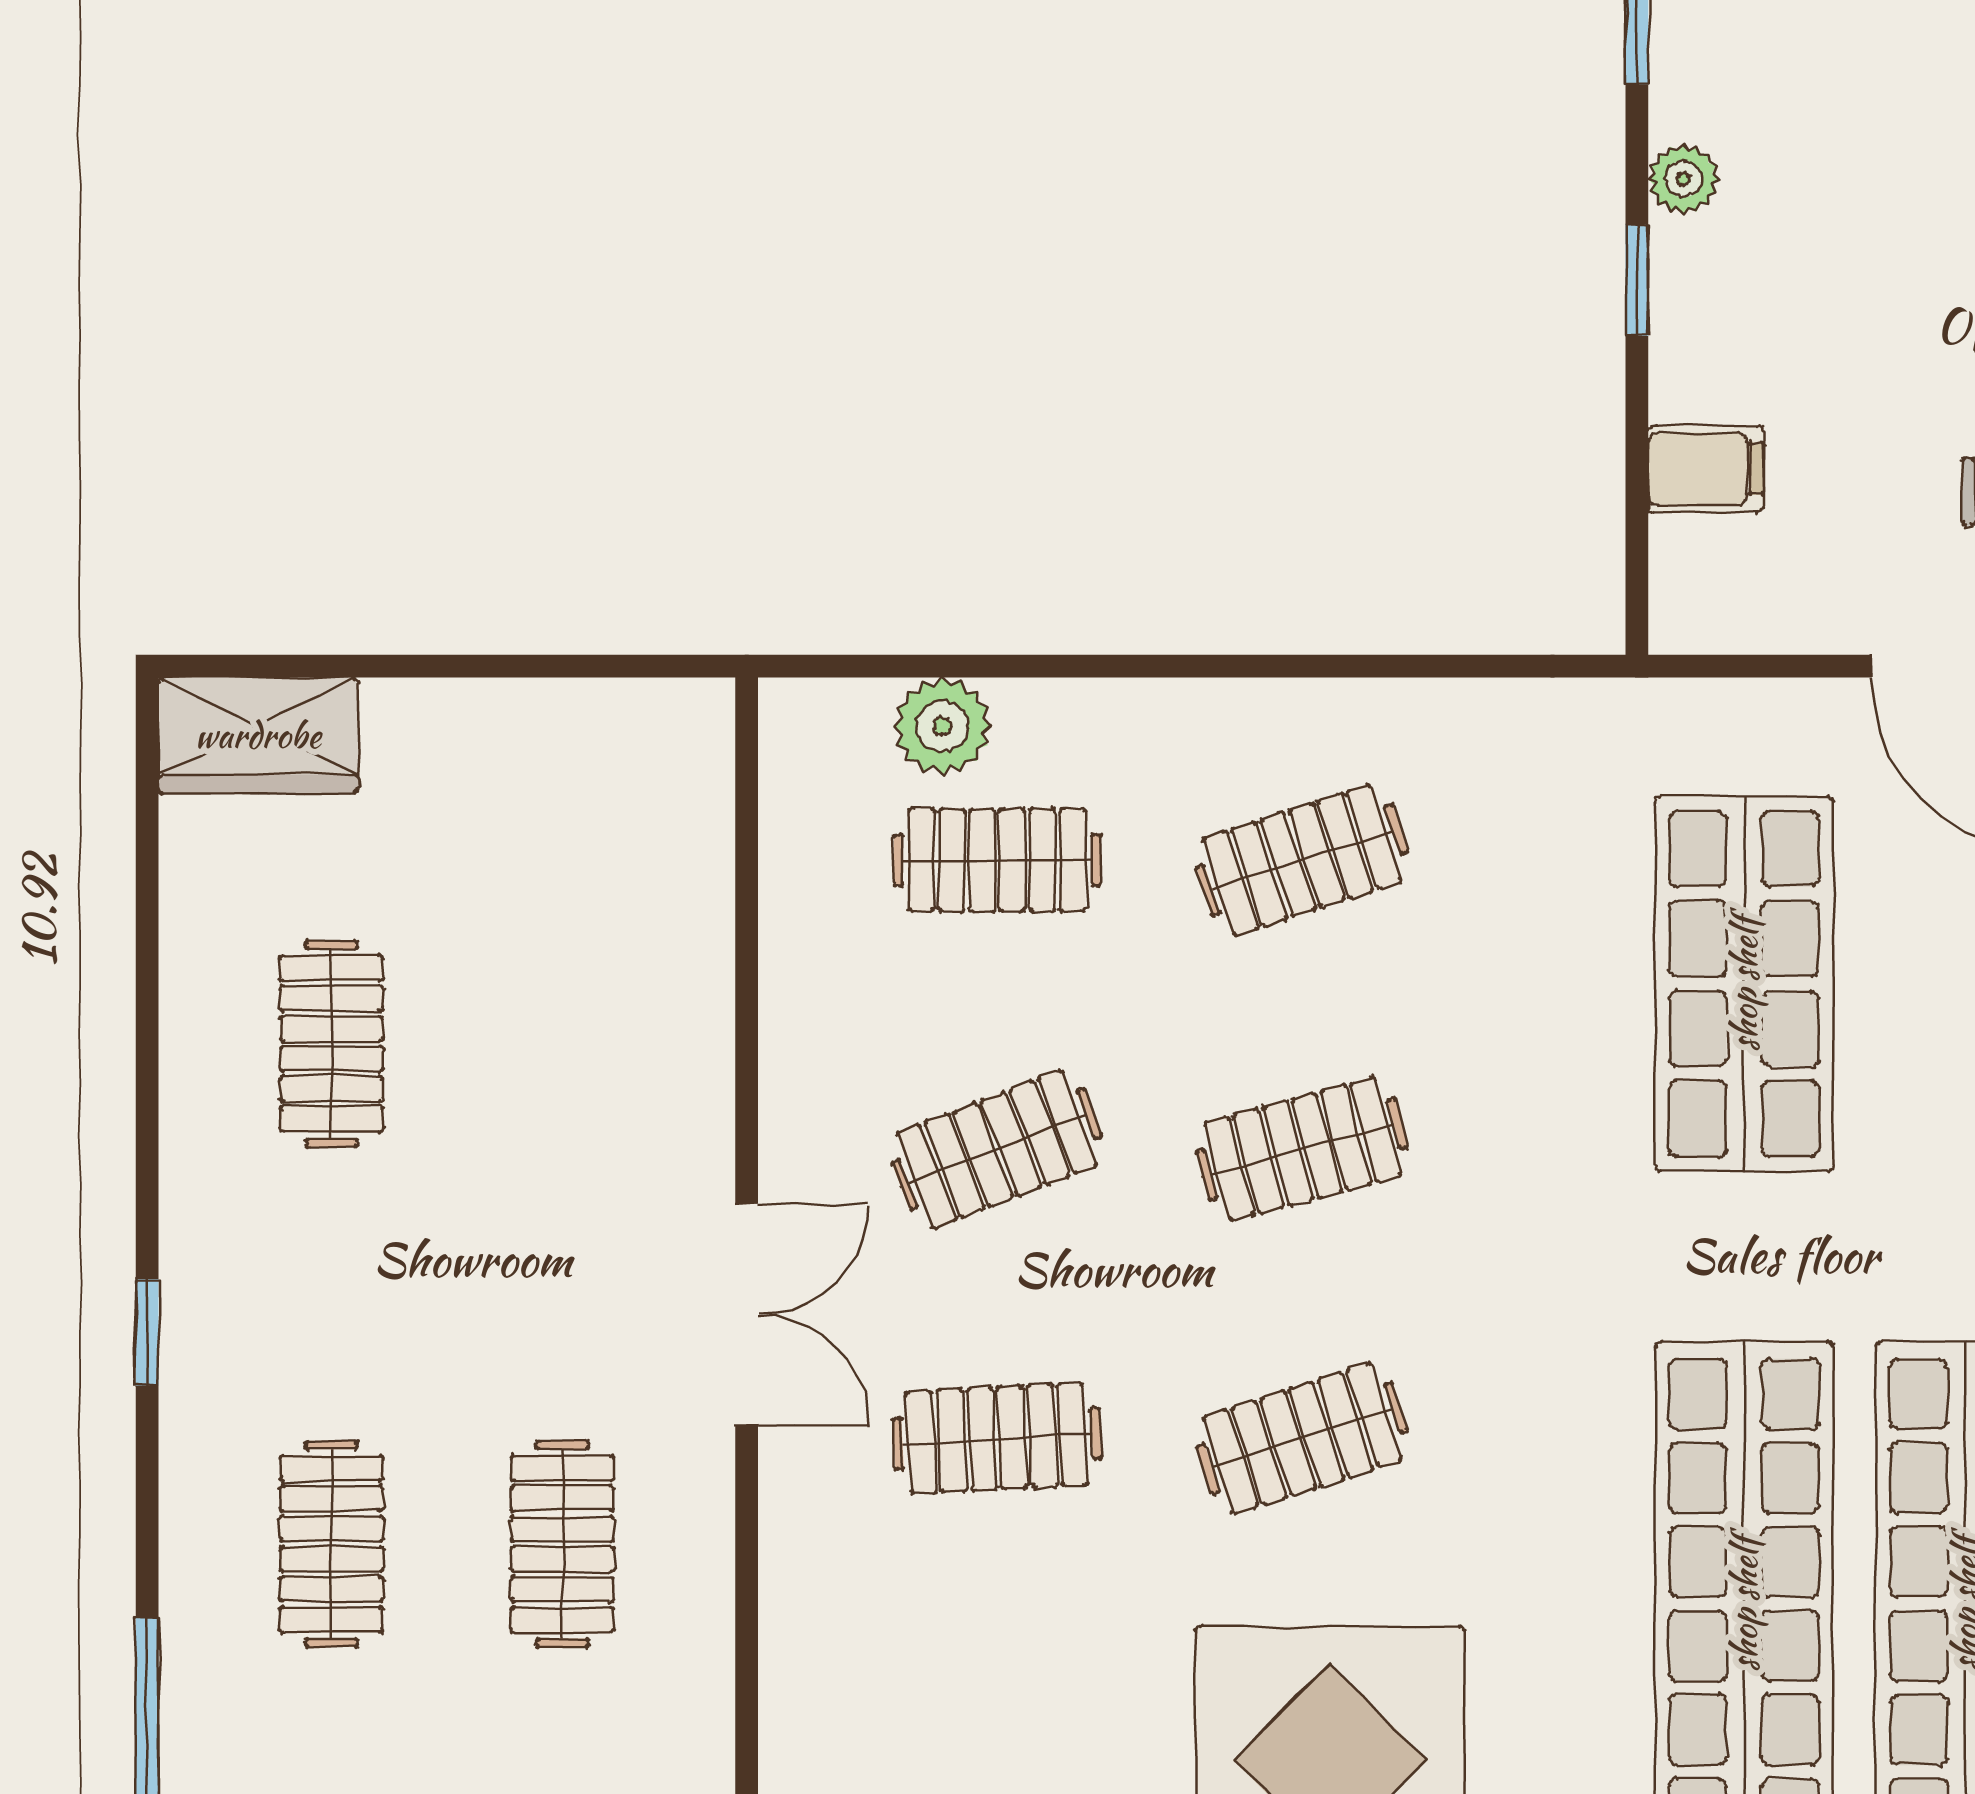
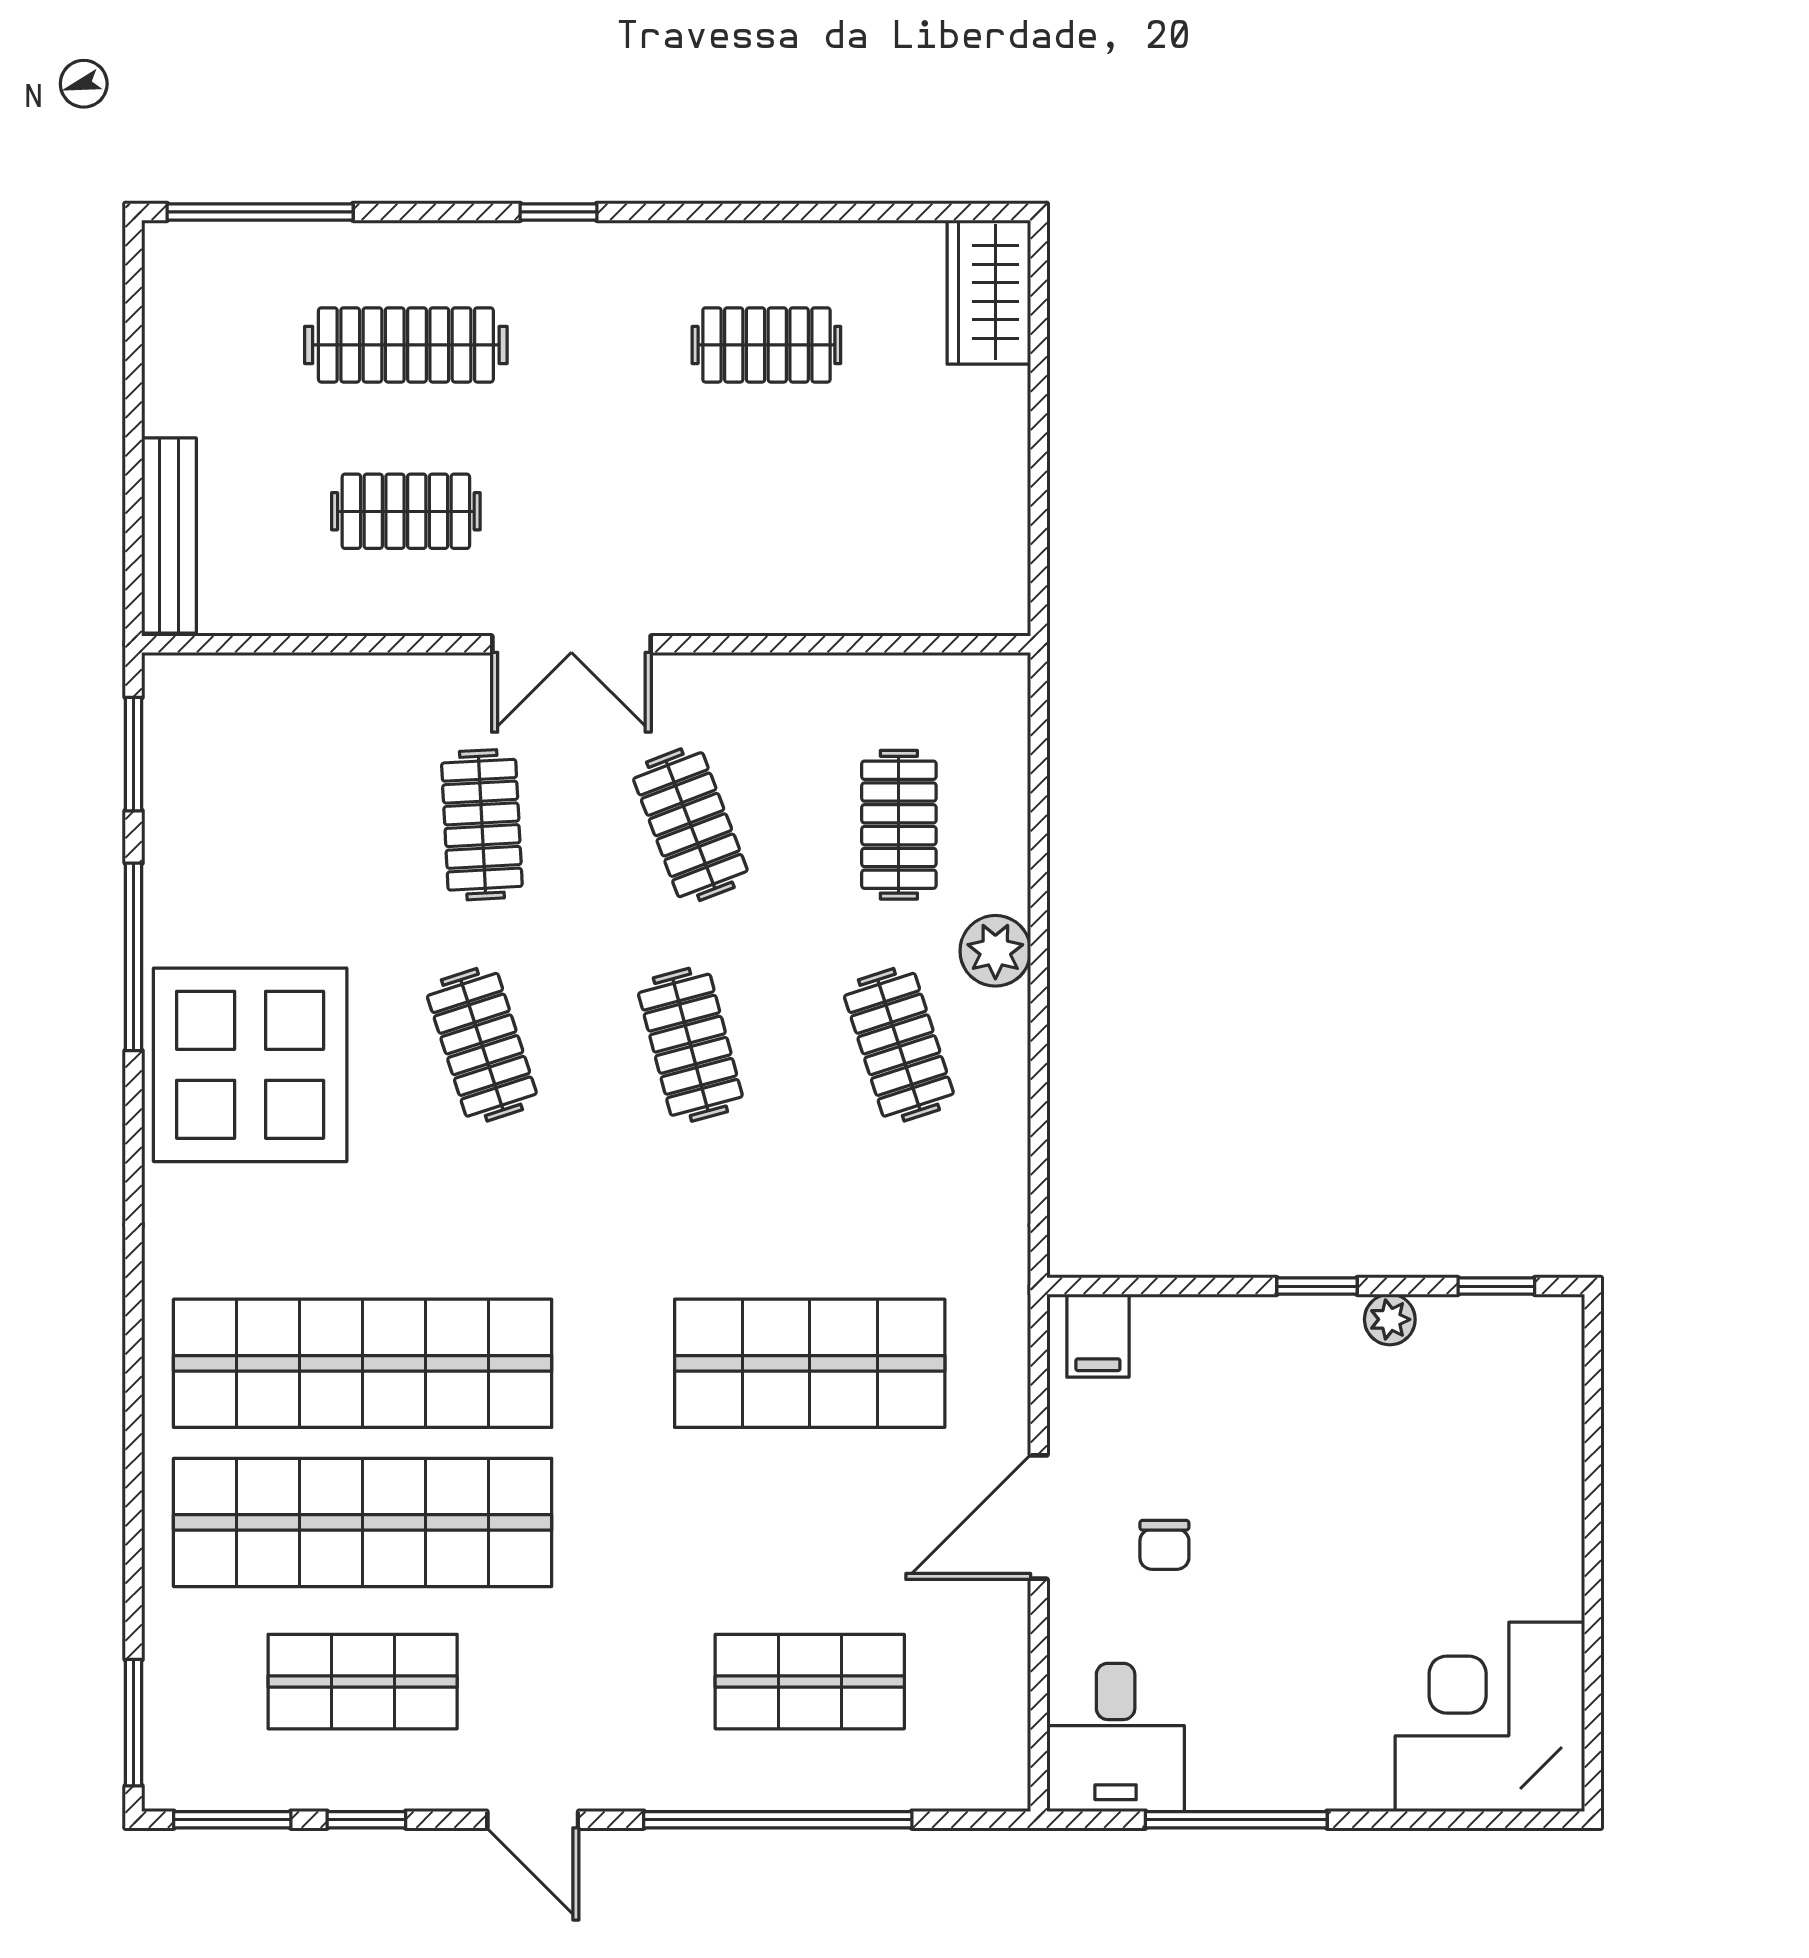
filing cabinet: (1706, 469) -> (1098, 1336), moved
plant: (942, 726) -> (995, 951), moved
clothes rail: (332, 1544) -> (406, 345), width x1.36

